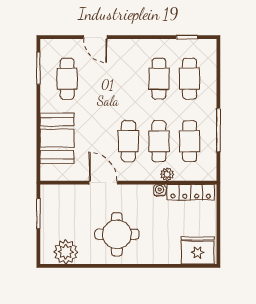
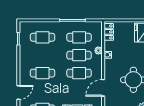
cafe table: (159, 79) -> (42, 73), moved
locker: (191, 192) -> (109, 32), width x0.66

